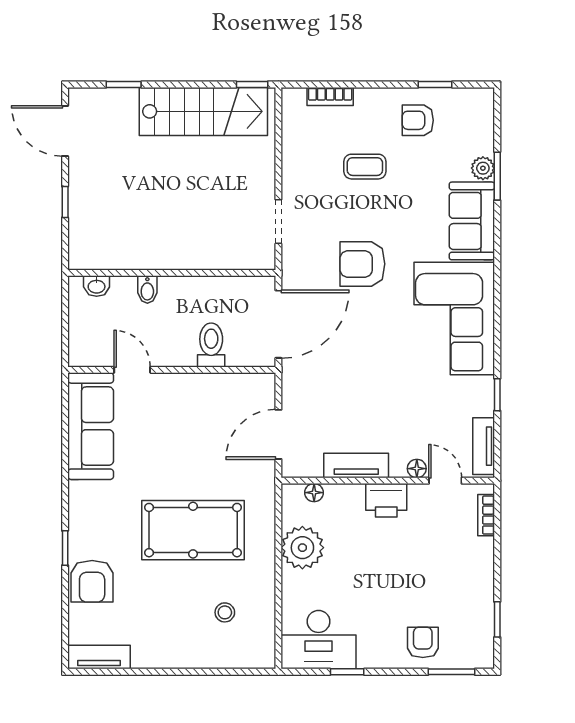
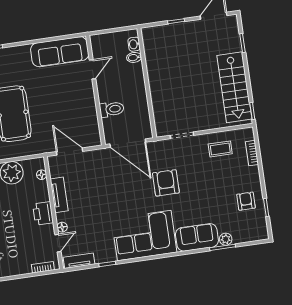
coffee table: (365, 167) -> (220, 149), moved, turned 90
bidet: (147, 290) -> (134, 57), moved

